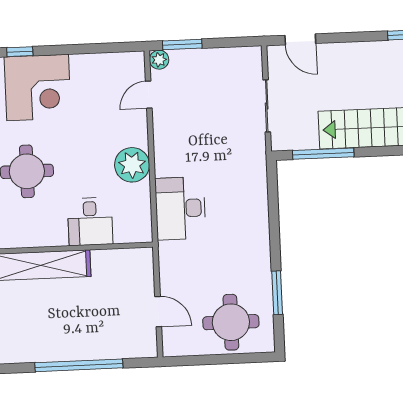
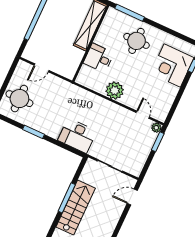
window: (323, 154) -> (67, 198), moved
desk: (180, 208) -> (77, 136), moved, turned 180
window: (277, 293) -> (33, 132), moved

